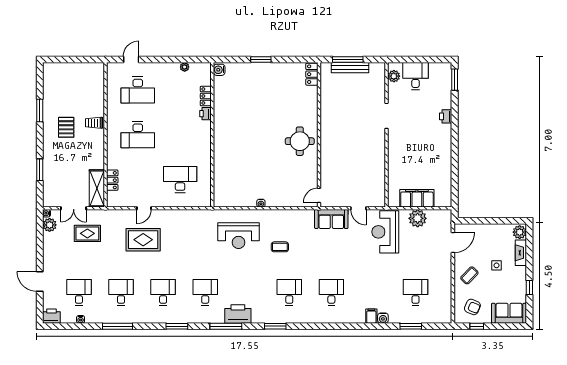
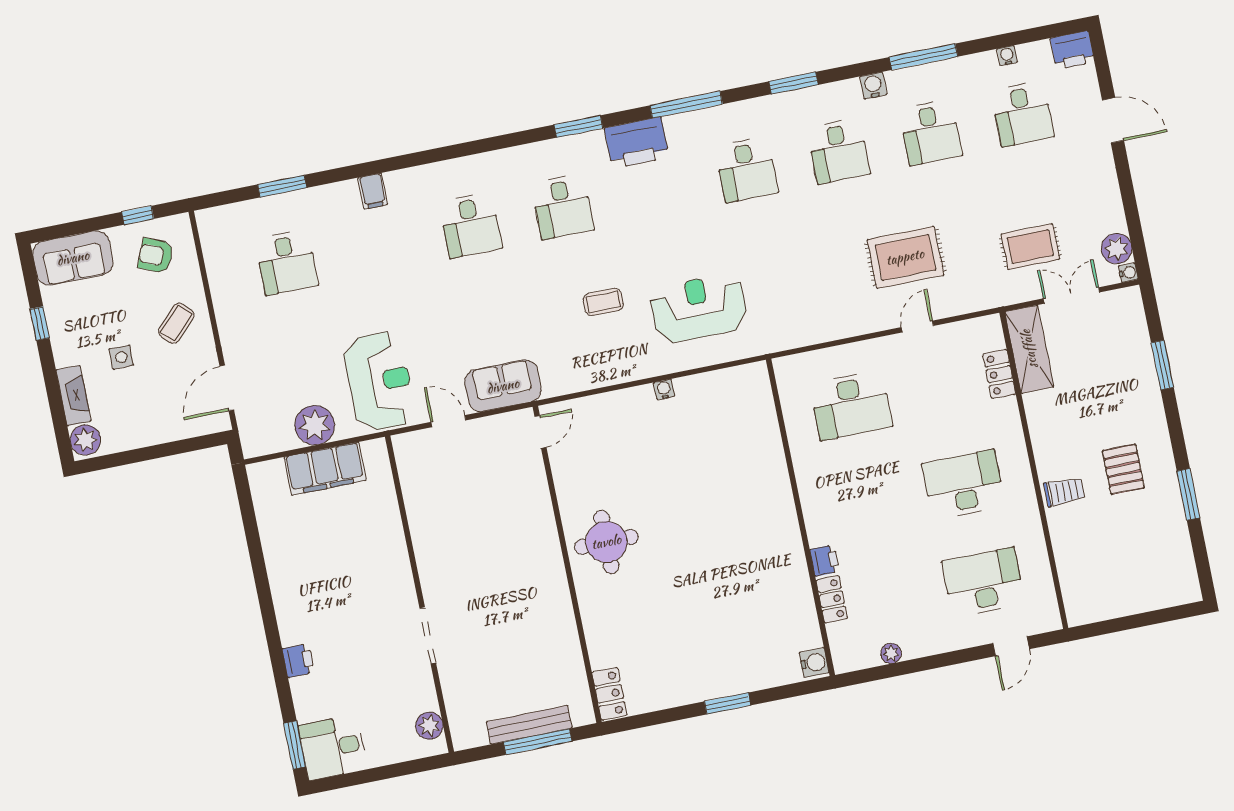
desk: (416, 76) -> (333, 747), moved, turned 90
printer: (238, 314) -> (637, 143), moved
water cooler: (383, 318) -> (873, 86), moved

